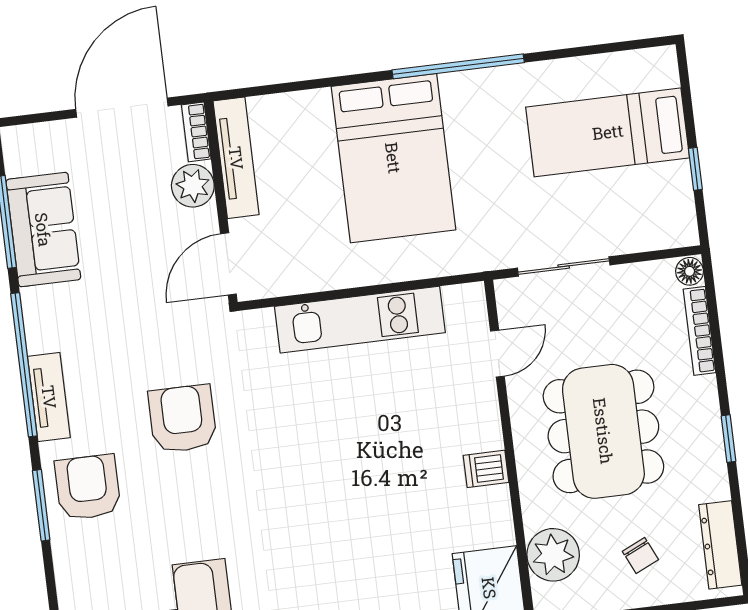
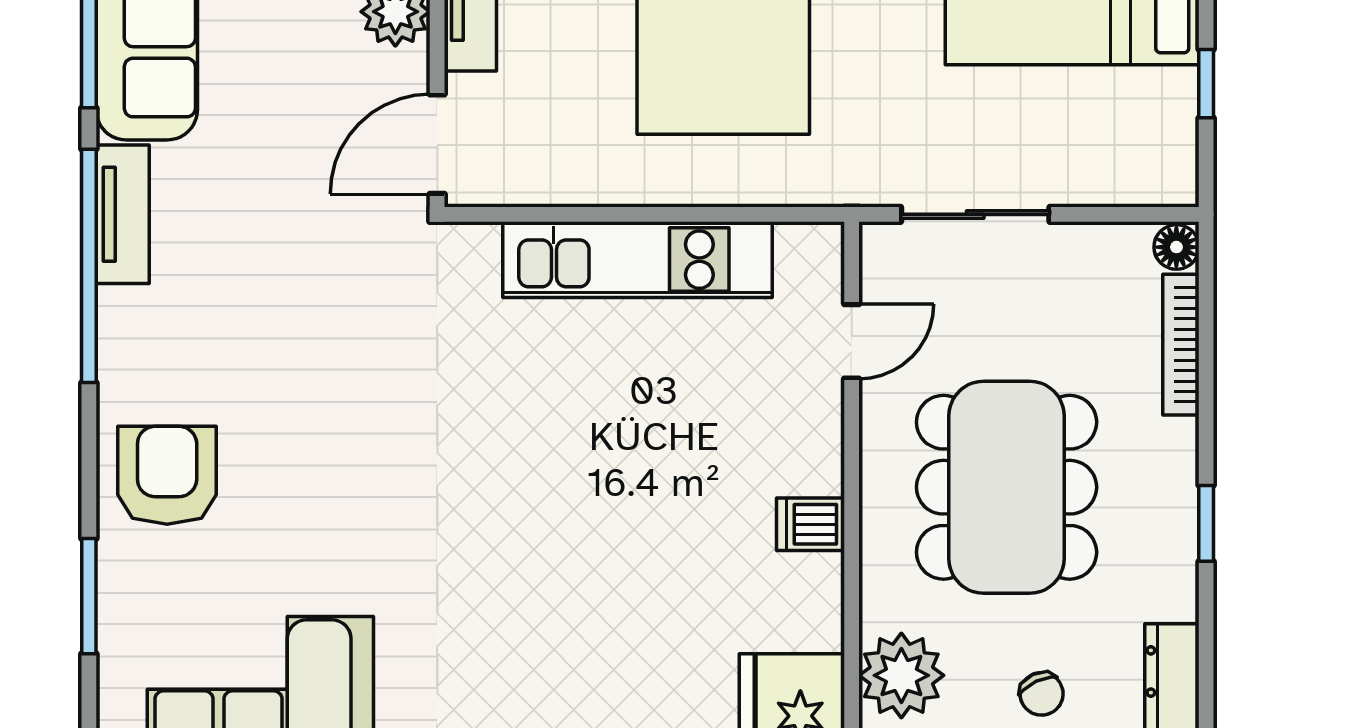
tv unit: (49, 397) -> (123, 214), moved
armchair: (182, 419) -> (333, 384), removed
window: (41, 505) -> (89, 596), moved

